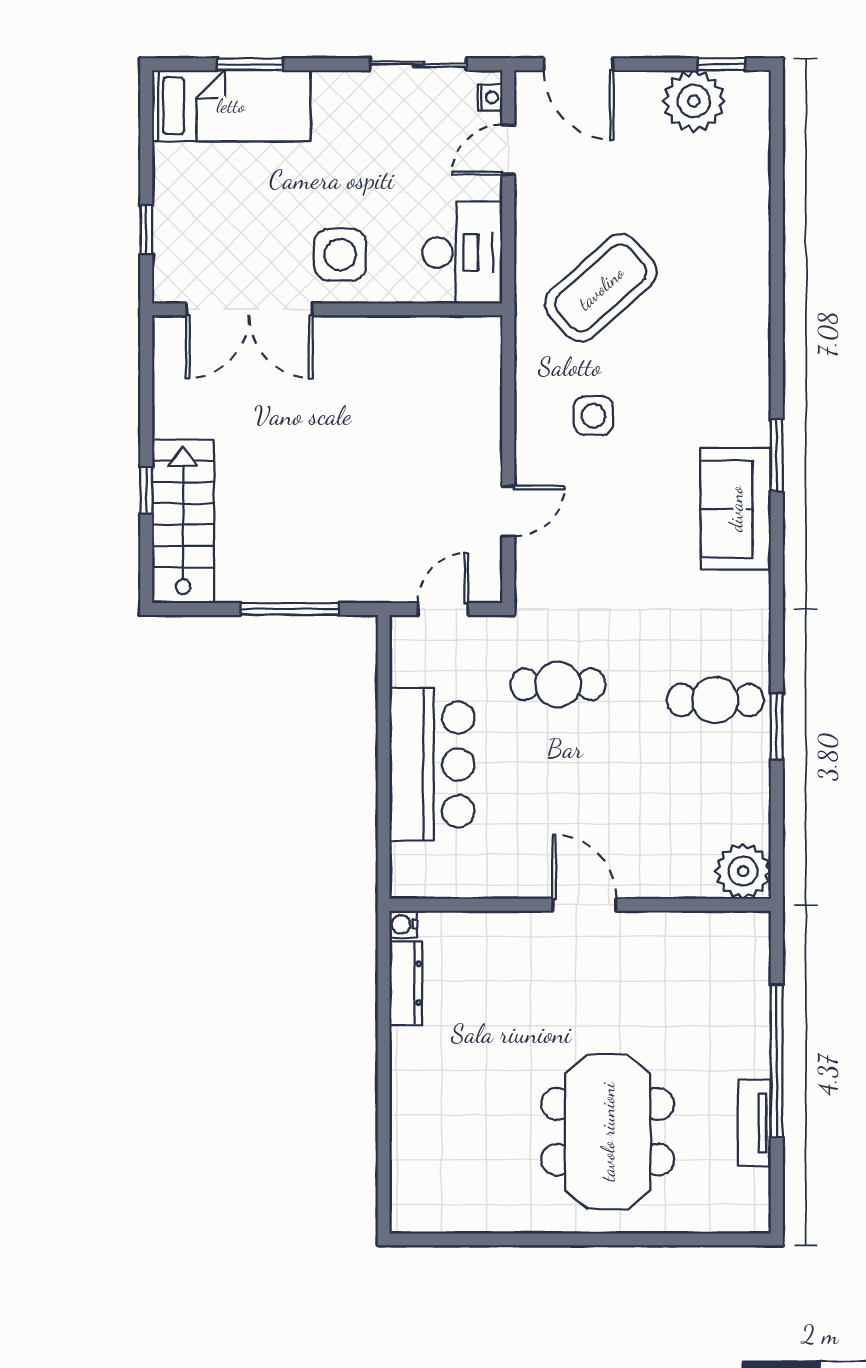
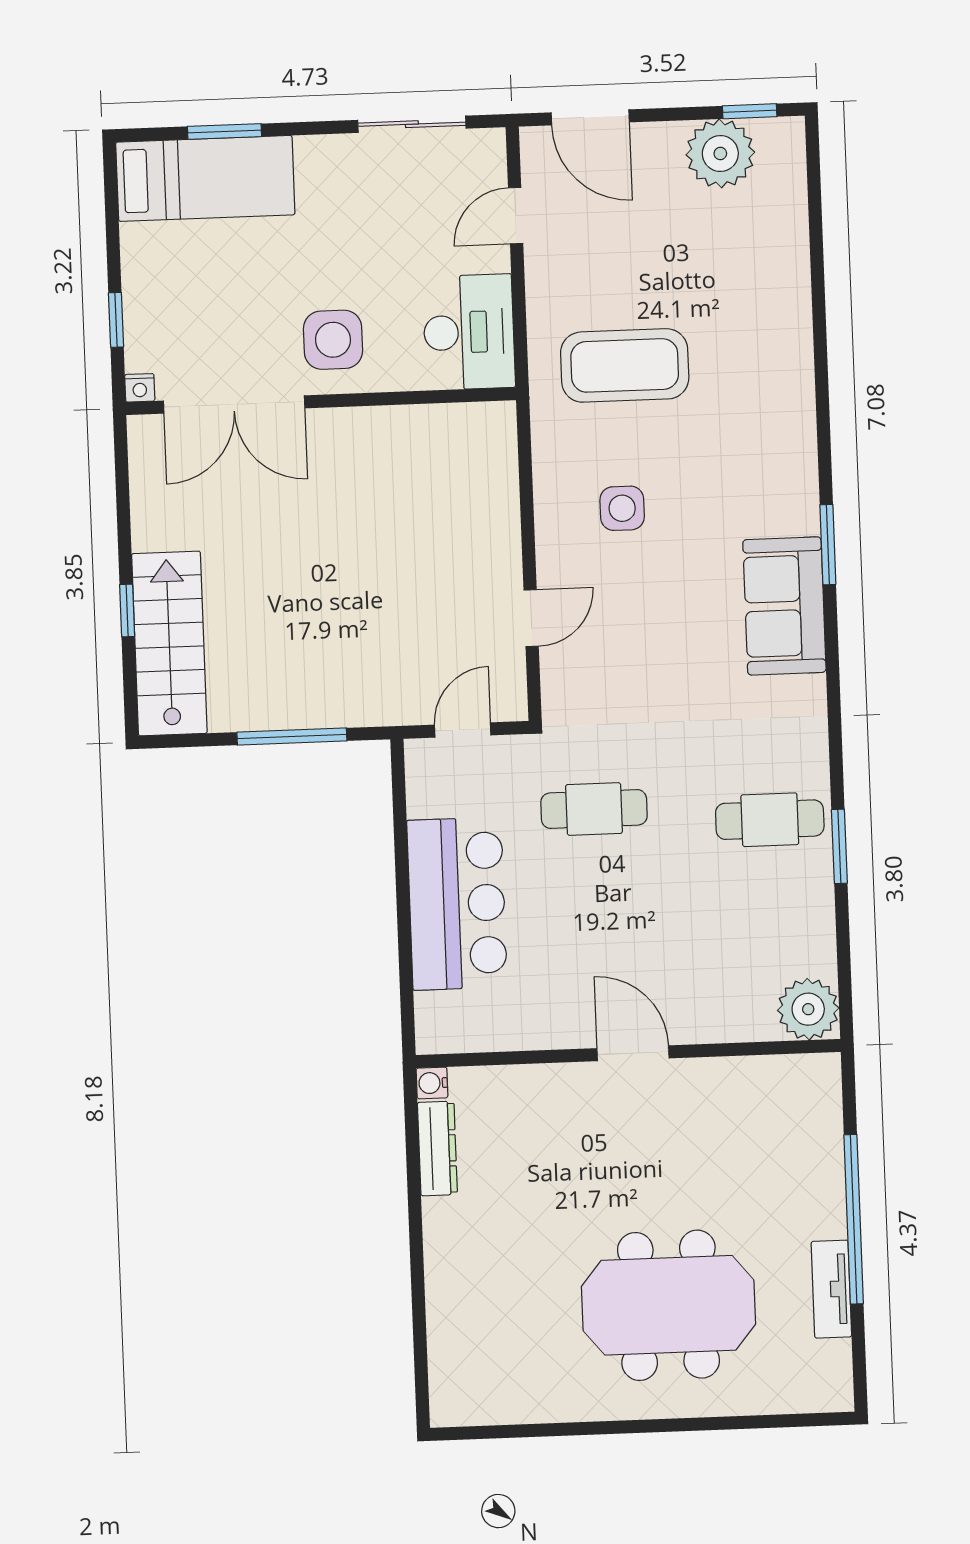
nightstand: (490, 97) -> (140, 388), moved, turned 90
coffee table: (601, 288) -> (625, 365), turned 42
meeting table: (608, 1132) -> (668, 1305), turned 90

